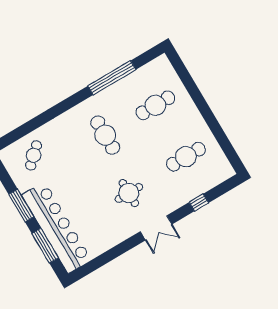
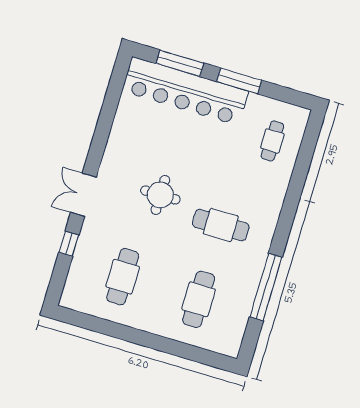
cafe table: (34, 155) -> (272, 141), turned 43
round table: (129, 193) -> (160, 195), moved
double door: (156, 228) -> (83, 195), moved

